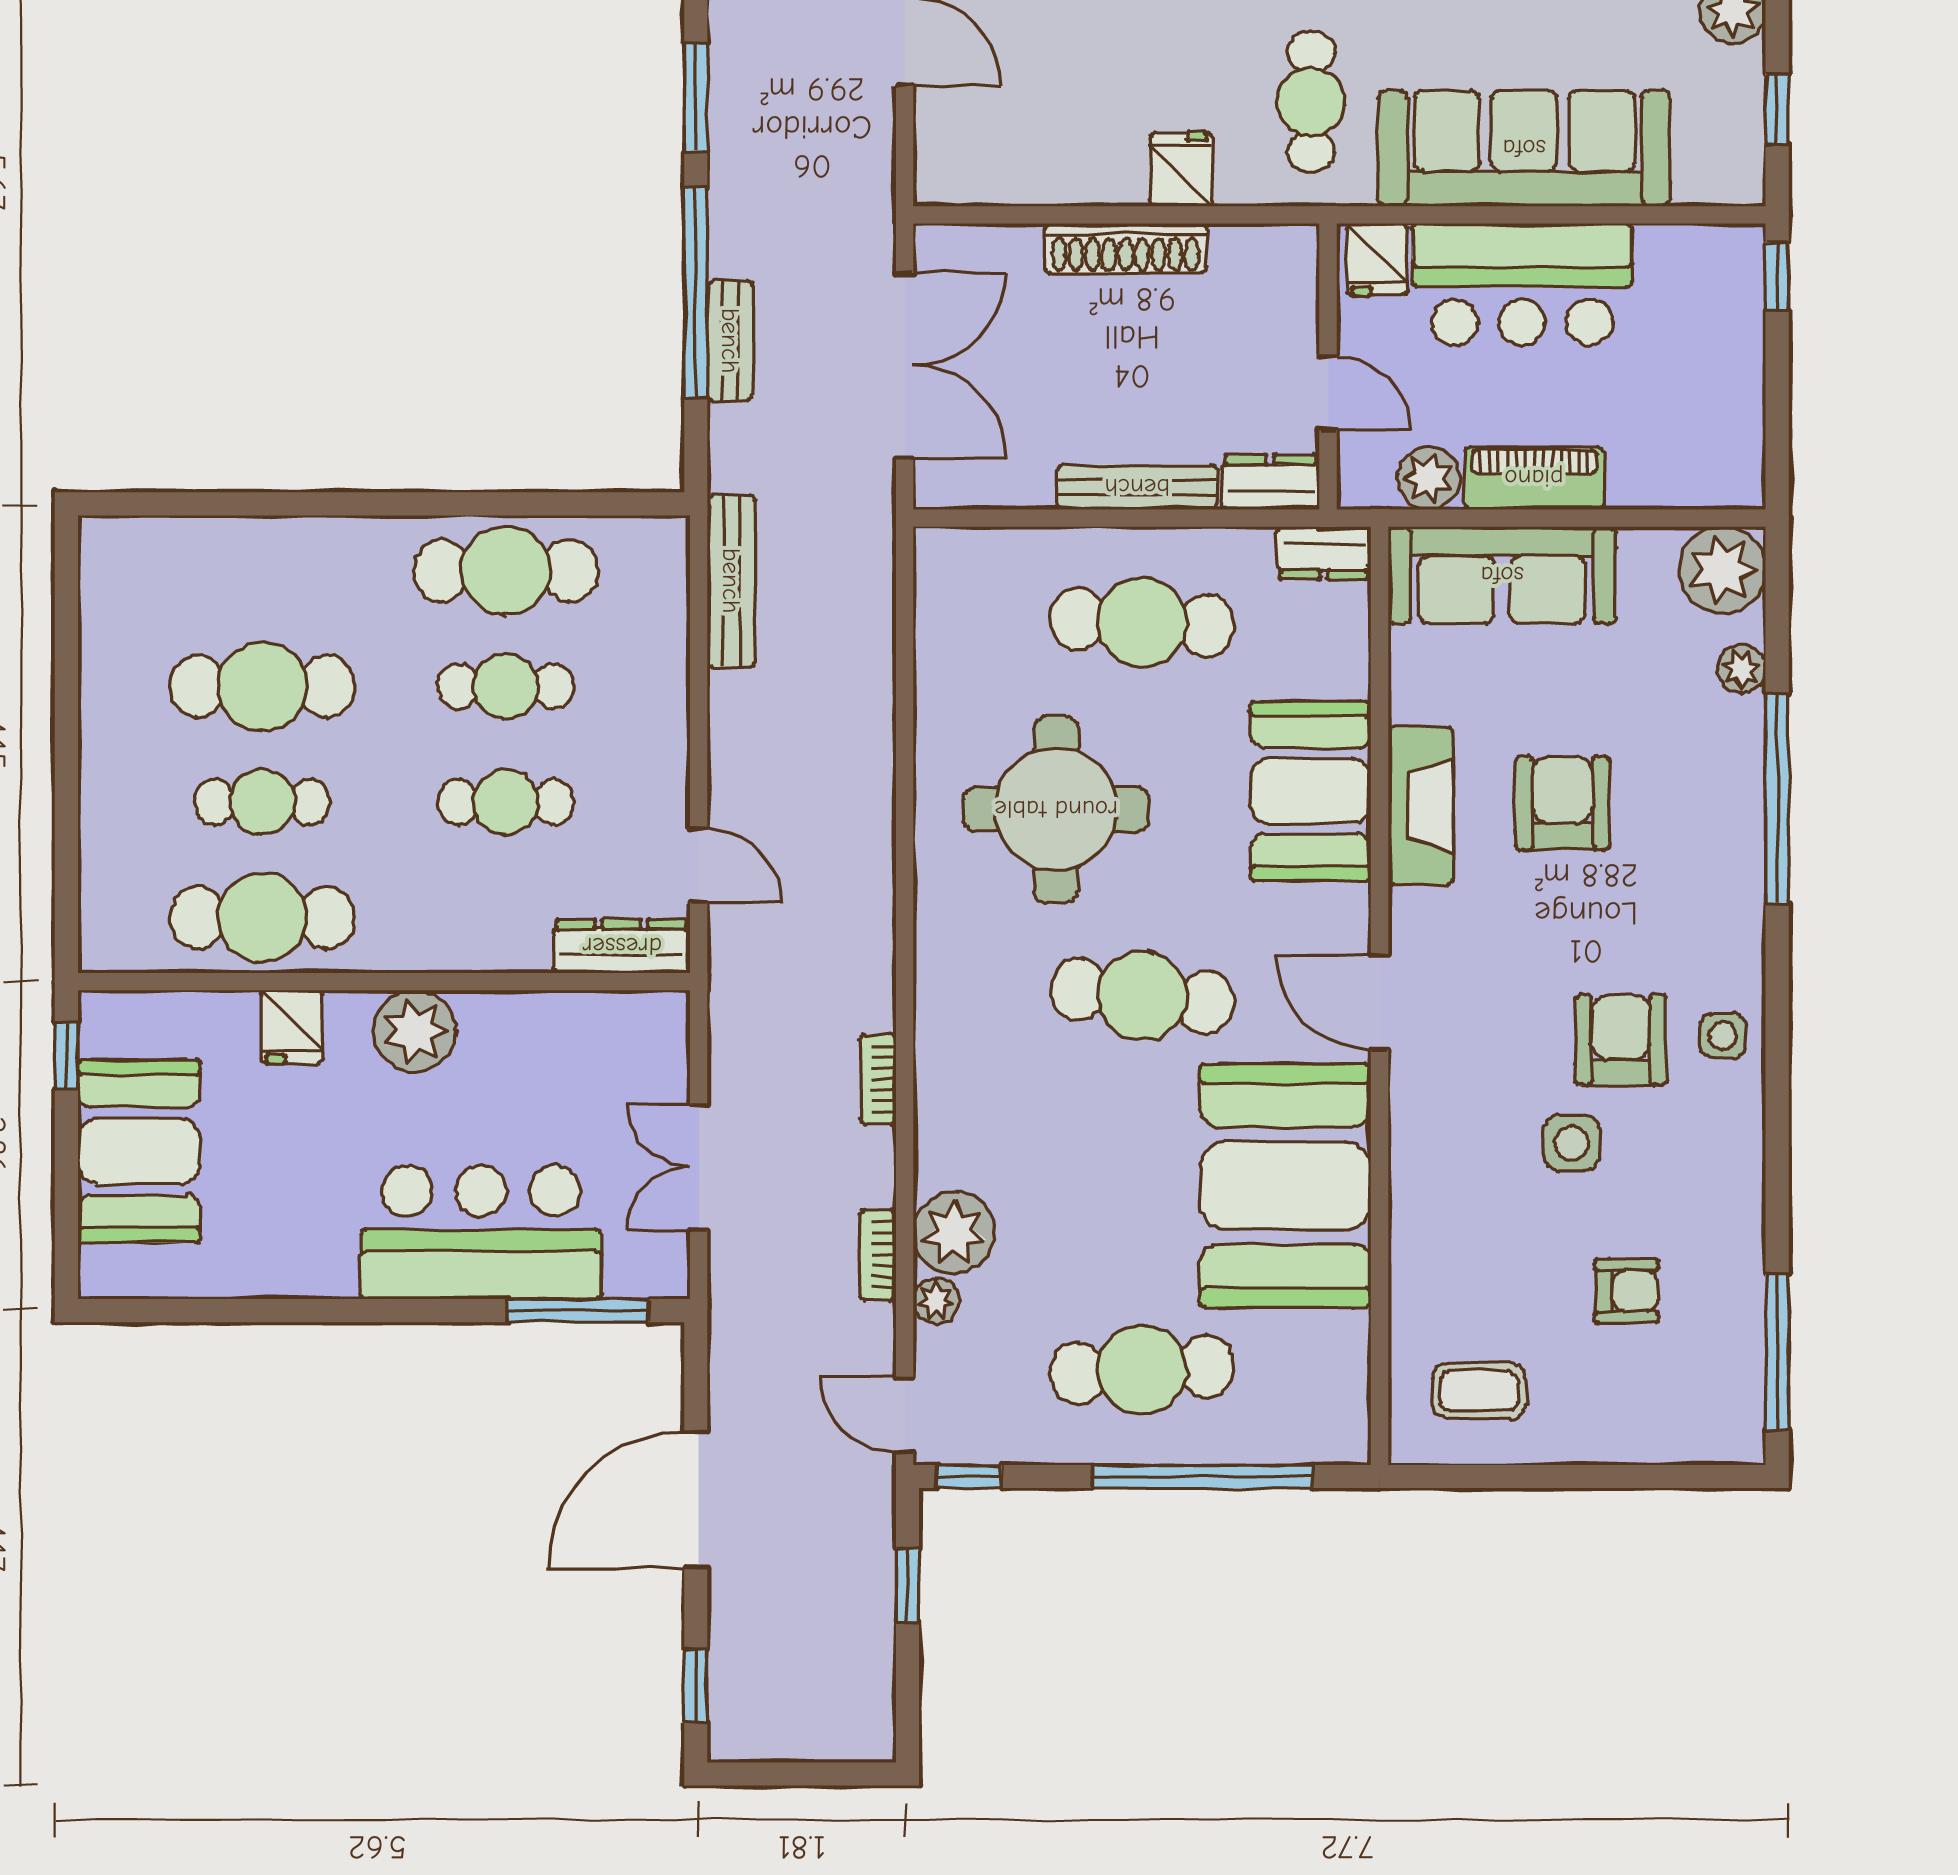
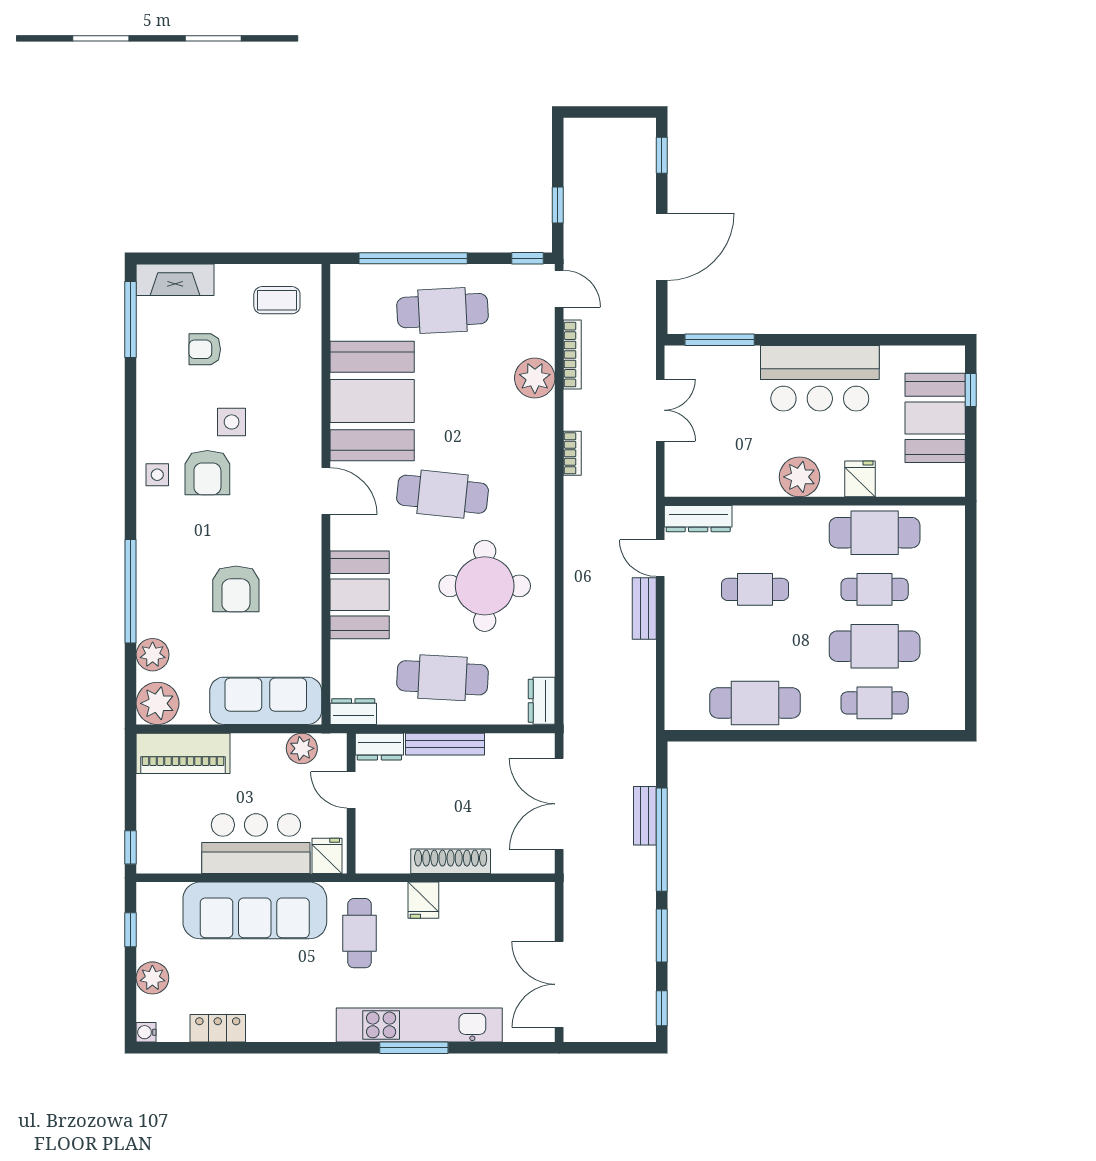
piano: (1534, 478) -> (183, 753), moved, width x1.37, depth x1.33
dresser: (940, 575) -> (542, 701), added
bench: (731, 581) -> (644, 609), moved, width x0.73
plant: (1742, 669) -> (153, 655), width x1.38, depth x1.38
cafe table: (506, 686) -> (875, 703), moved
fireplace: (1421, 806) -> (175, 280), moved, turned -90
window: (66, 1056) -> (971, 390), moved
bar counter: (481, 1232) -> (820, 378), moved
bookcase: (878, 1255) -> (572, 355), width x1.56
plant: (936, 1301) -> (544, 344), removed

